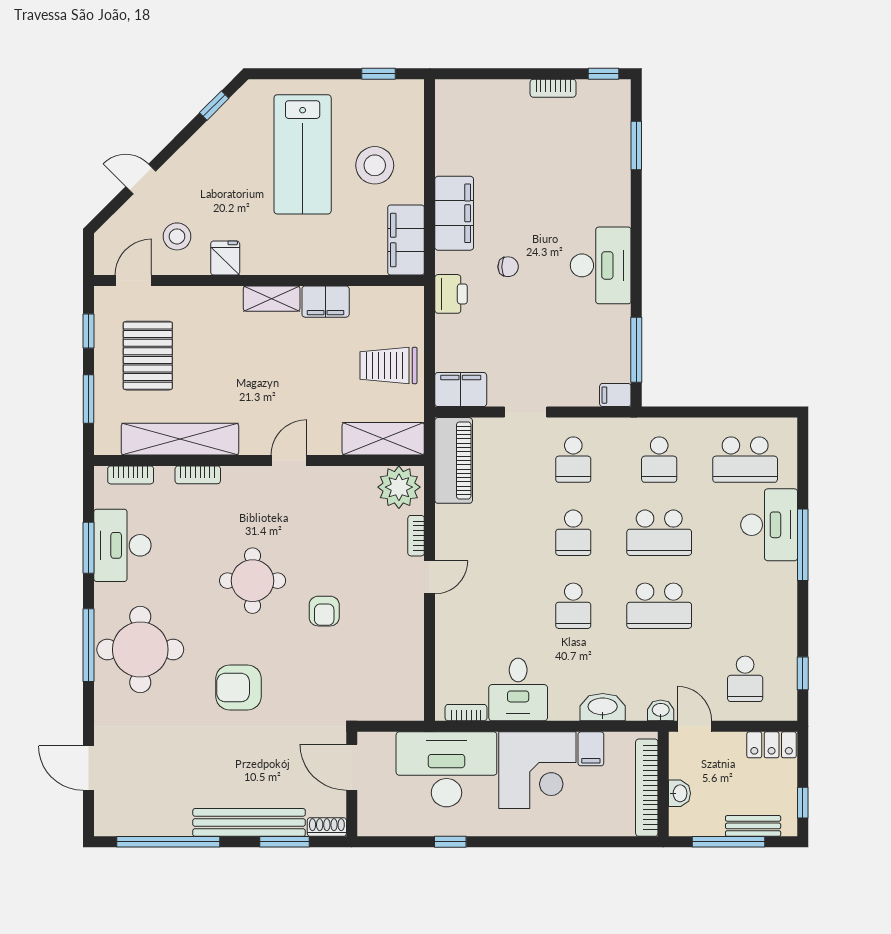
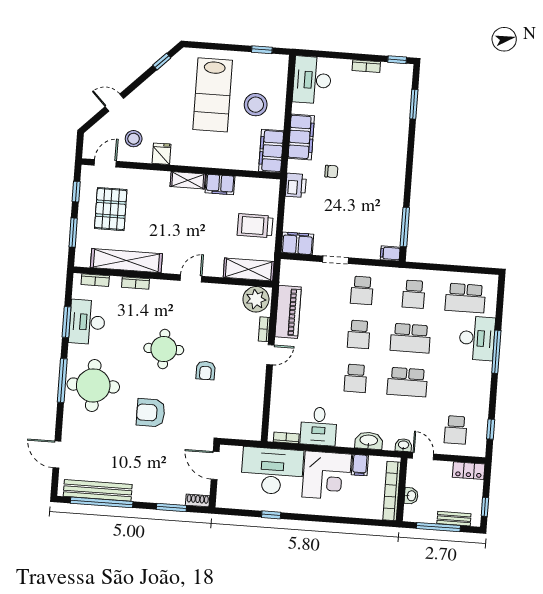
desk: (601, 265) -> (312, 80), moved, turned 180
piano: (454, 460) -> (288, 312), moved
bench: (249, 822) -> (98, 490), moved

